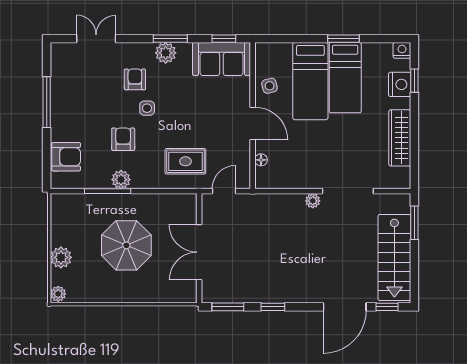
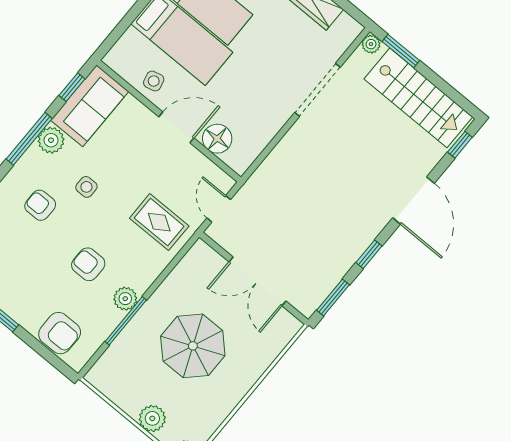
window: (170, 39) -> (29, 139), width x1.44
plant: (166, 53) -> (51, 140), moved
side table: (147, 108) -> (86, 187), moved
armchair: (66, 157) -> (60, 333), turned 90
floor lamp: (261, 160) -> (217, 139), width x1.89, depth x1.89
rug: (185, 161) -> (159, 222), turned 90
plant: (313, 201) -> (371, 44), moved
door: (345, 307) -> (414, 201), moved

